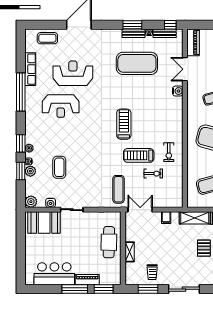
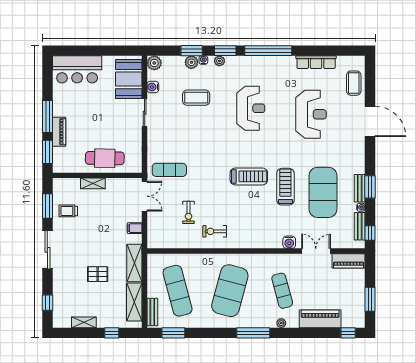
window: (21, 92) -> (268, 51), moved
reception desk: (61, 106) -> (251, 108), moved, turned 180
treadmill: (139, 155) -> (285, 187), moved
bar counter: (54, 274) -> (77, 69), moved, turned 90

